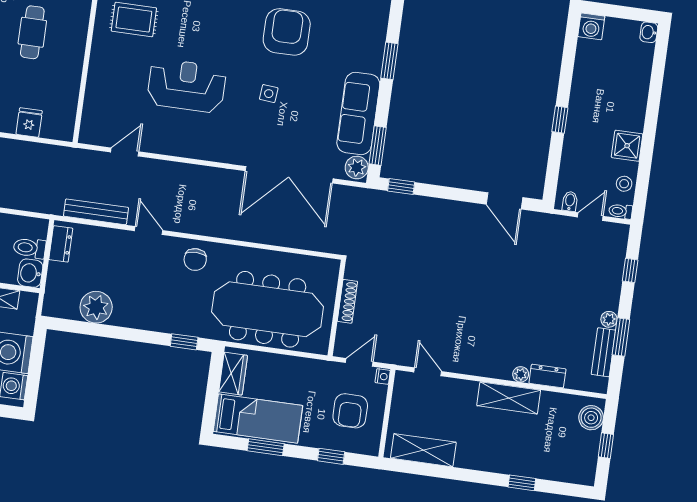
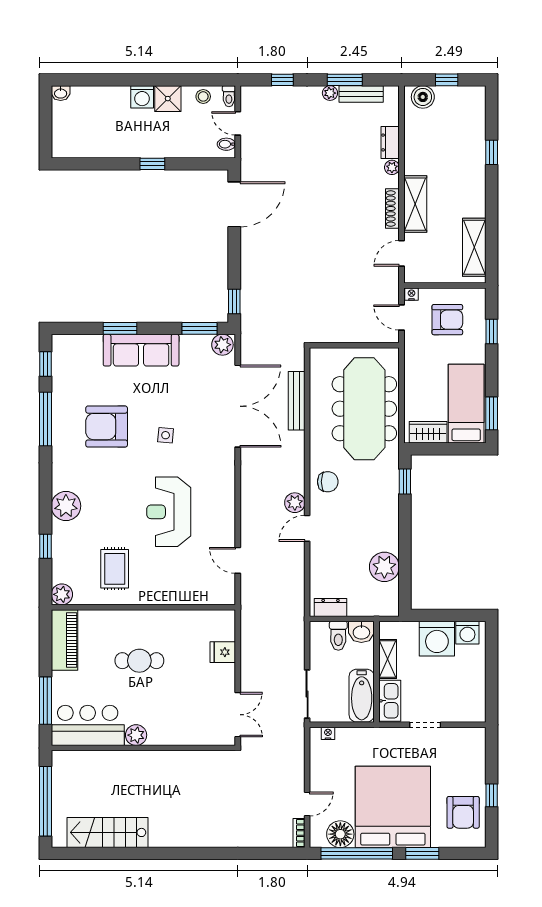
washing machine: (591, 26) -> (142, 97), moved, turned 90
sofa: (358, 113) -> (141, 350), moved
door: (504, 201) -> (234, 204), width x1.36
bench: (96, 212) -> (297, 401), moved
plant: (178, 221) -> (295, 503), added
shoe rack: (347, 301) -> (392, 209), moved, turned -90
shelving: (509, 398) -> (415, 204), moved
window: (266, 447) -> (492, 413), moved

